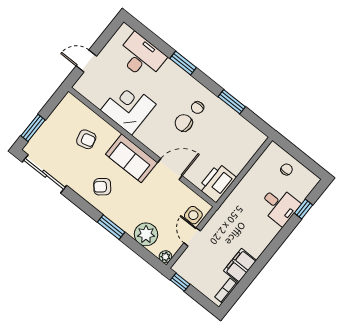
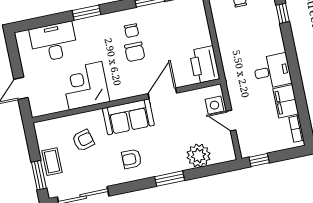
chair: (184, 123) -> (135, 52), turned -90
coffee table: (51, 129) -> (52, 162), added
armchair: (102, 187) -> (132, 159), turned 40
desk: (279, 206) -> (272, 71), moved
plant: (165, 257) -> (229, 155), removed

